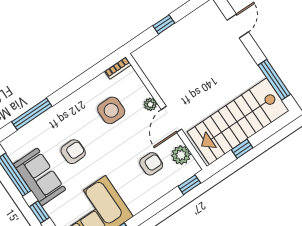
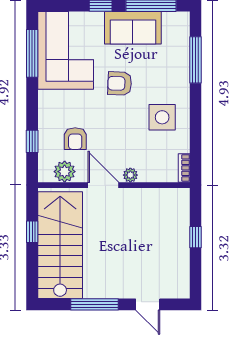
window: (274, 80) -> (95, 304), moved
side table: (111, 110) -> (162, 117), moved
armchair: (73, 152) -> (120, 83), moved, turned 92
window: (189, 185) -> (32, 141), moved

